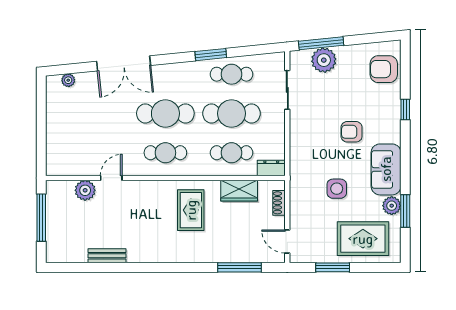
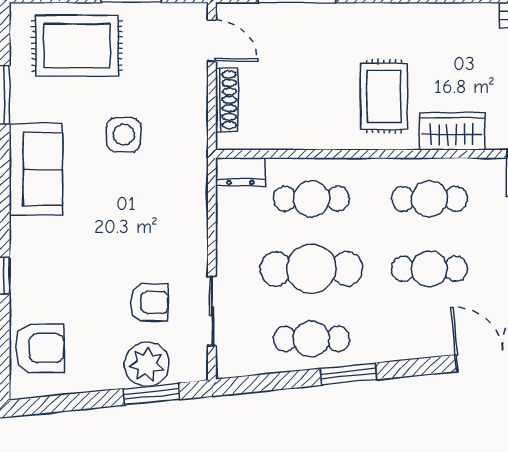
window: (321, 43) -> (152, 394), width x0.69
cafe table: (165, 113) -> (429, 269), width x0.73, depth x0.74
armchair: (352, 132) -> (149, 302), moved
wardrobe: (239, 191) -> (452, 131), moved
shoe rack: (279, 203) -> (227, 100), width x1.43
plant: (392, 206) -> (26, 104), removed

